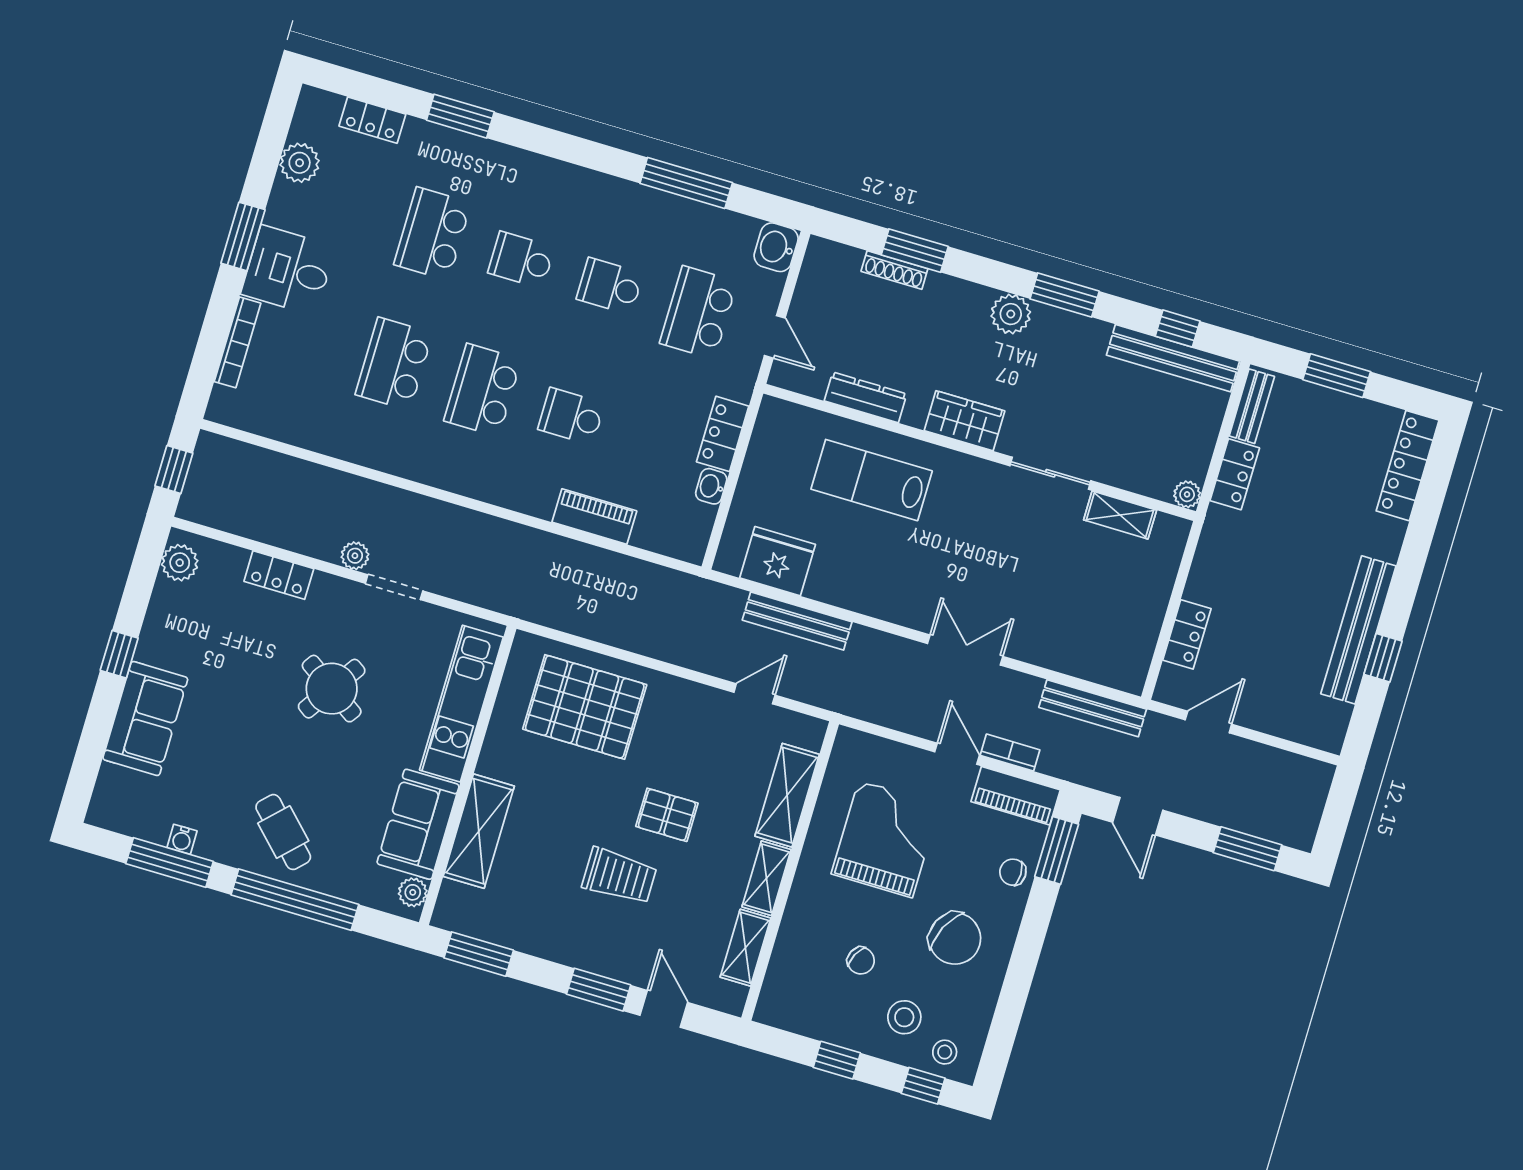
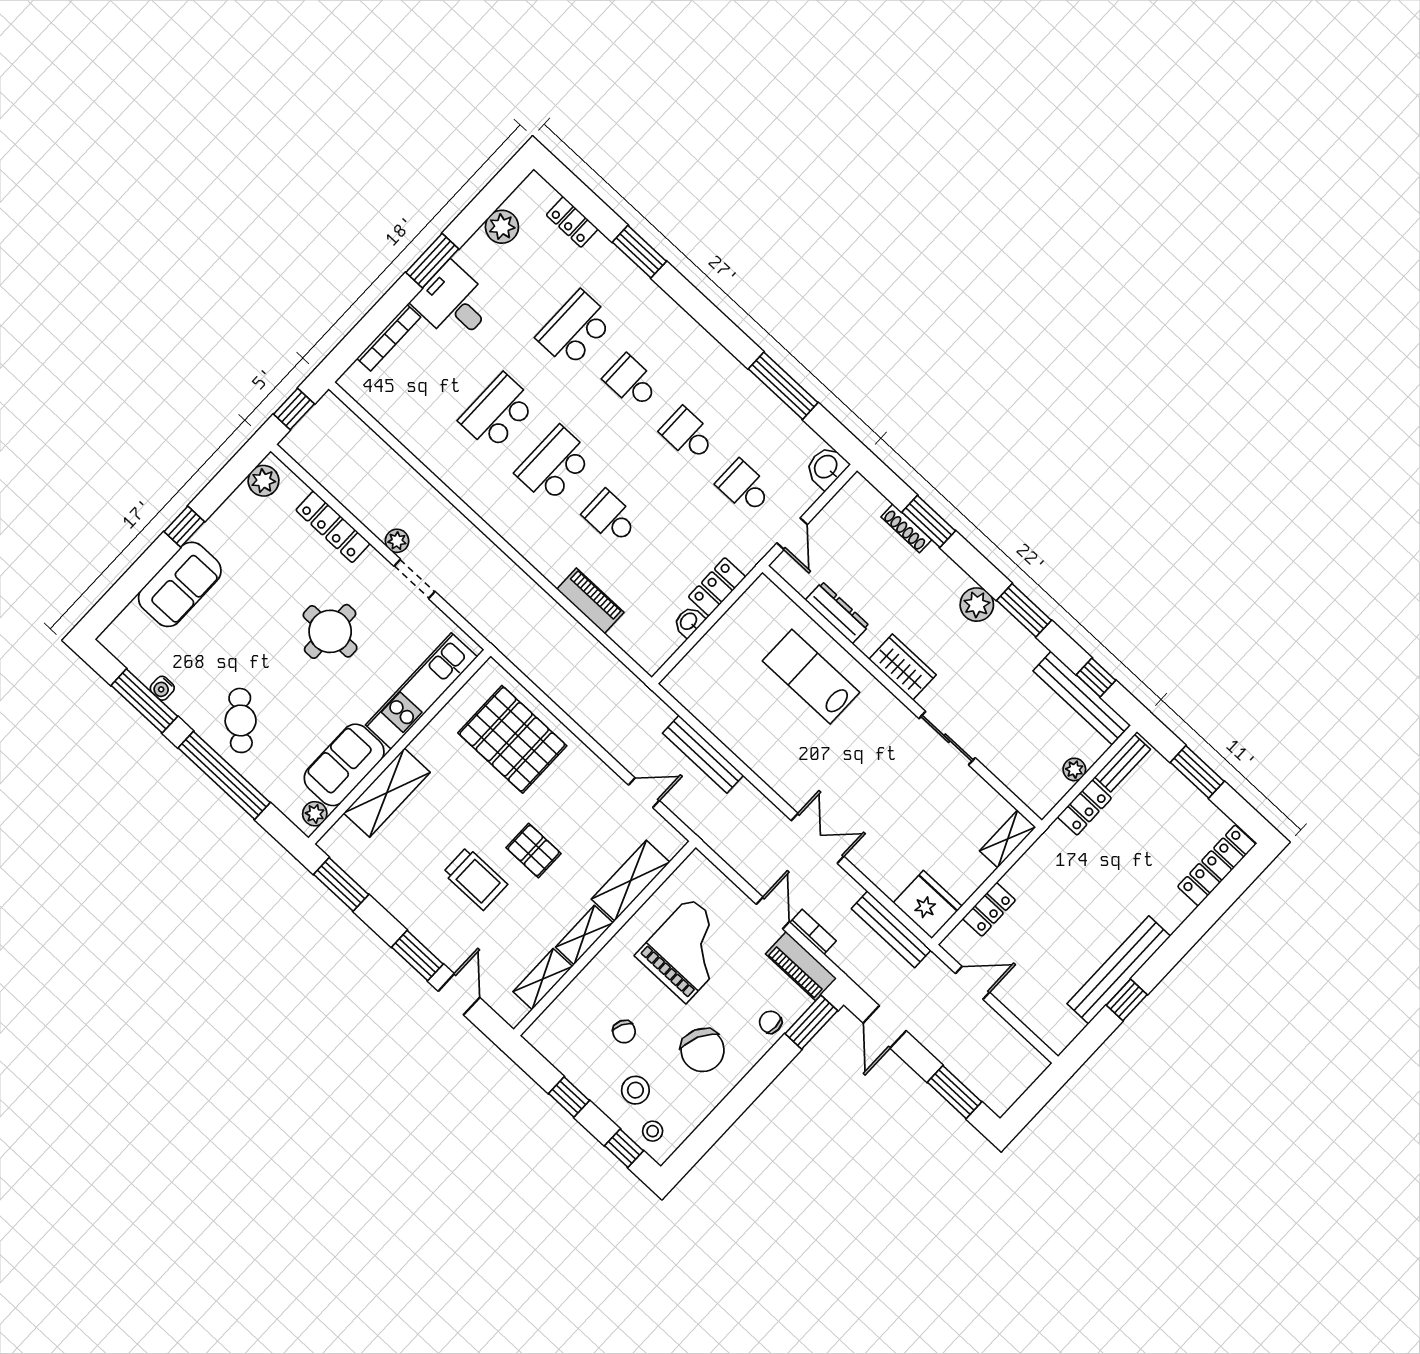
school desk: (698, 312) -> (744, 487), width x0.54
plant: (1187, 494) -> (1074, 769), moved
shelving: (1120, 515) -> (1008, 839), moved, turned 90
fridge: (778, 561) -> (928, 905), moved
locker: (279, 575) -> (333, 527), width x1.53
round table: (332, 689) -> (330, 631), turned -34

